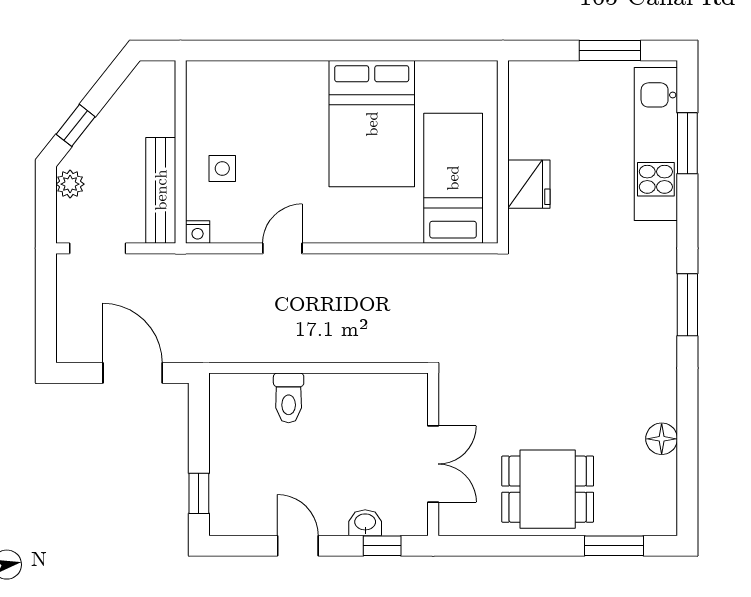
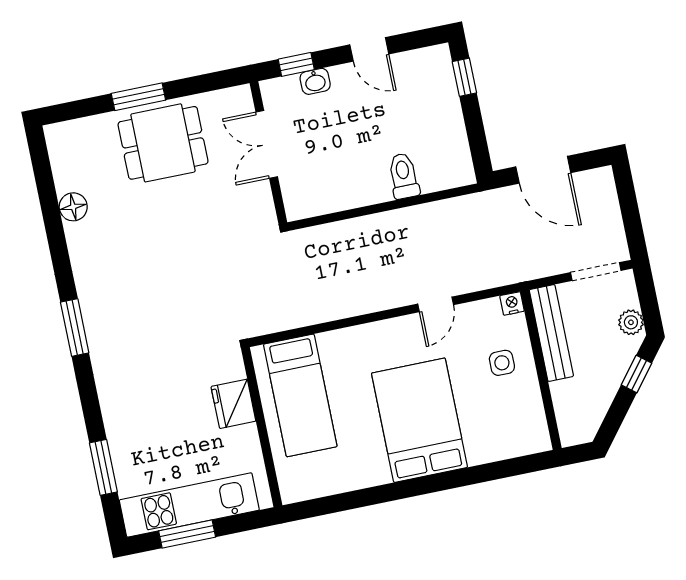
bed: (372, 124) -> (419, 420), moved
kitchen unit: (656, 144) -> (189, 505), moved, turned -90
window: (614, 546) -> (138, 97), moved

